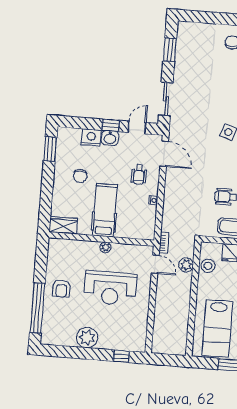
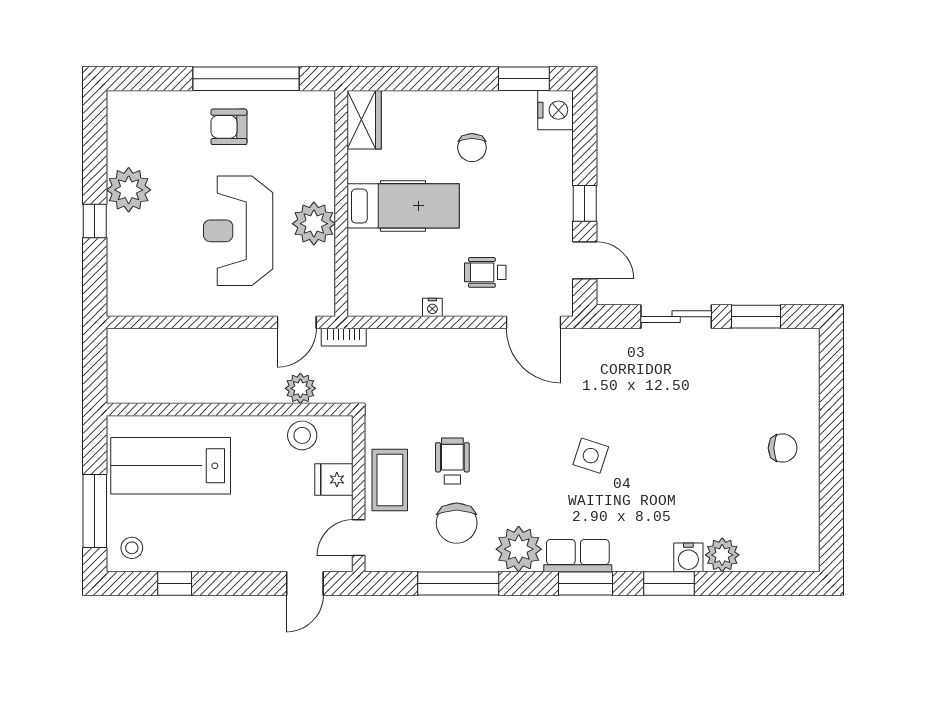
sliding door: (166, 99) -> (676, 317), moved
nightstand: (91, 138) -> (556, 110), moved
washbasin: (110, 138) -> (558, 204), removed
door: (164, 154) -> (534, 322), hinge flipped
chair: (80, 176) -> (472, 148), turned -90
plant: (105, 247) -> (314, 224), width x1.88, depth x1.88
window: (37, 308) -> (246, 79), moved
window: (121, 356) -> (95, 221), moved

